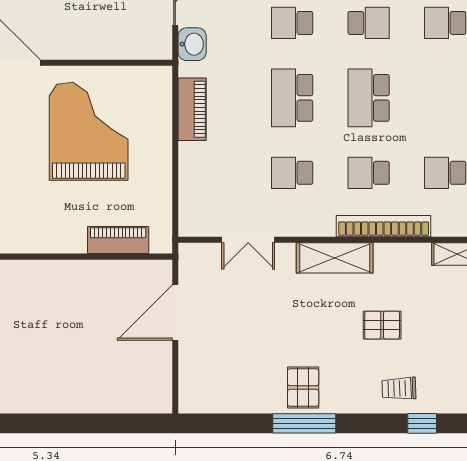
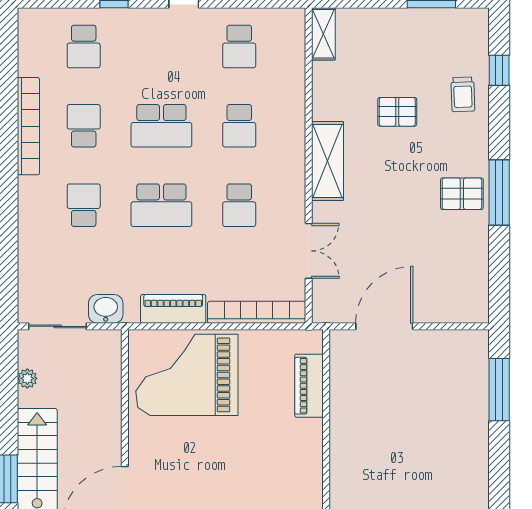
school desk: (292, 23) -> (84, 205), turned 180
grand piano: (89, 131) -> (187, 375), moved
bookcase: (384, 226) -> (257, 312), moved, turned 90
door: (175, 313) -> (384, 326), swing flipped
pallet: (382, 325) -> (397, 112), turned 90
window: (114, 423) -> (499, 390), added

